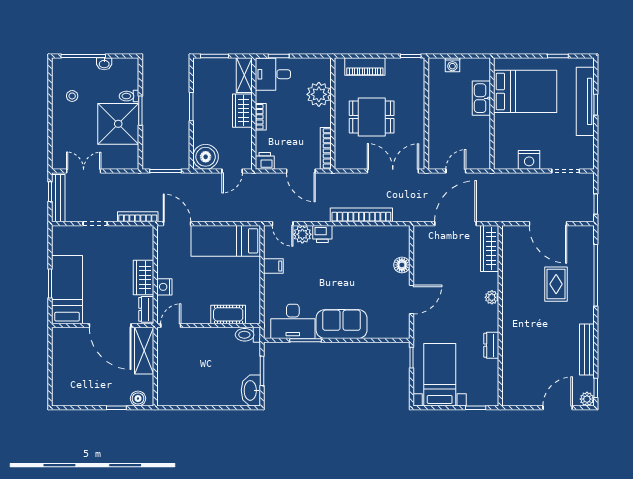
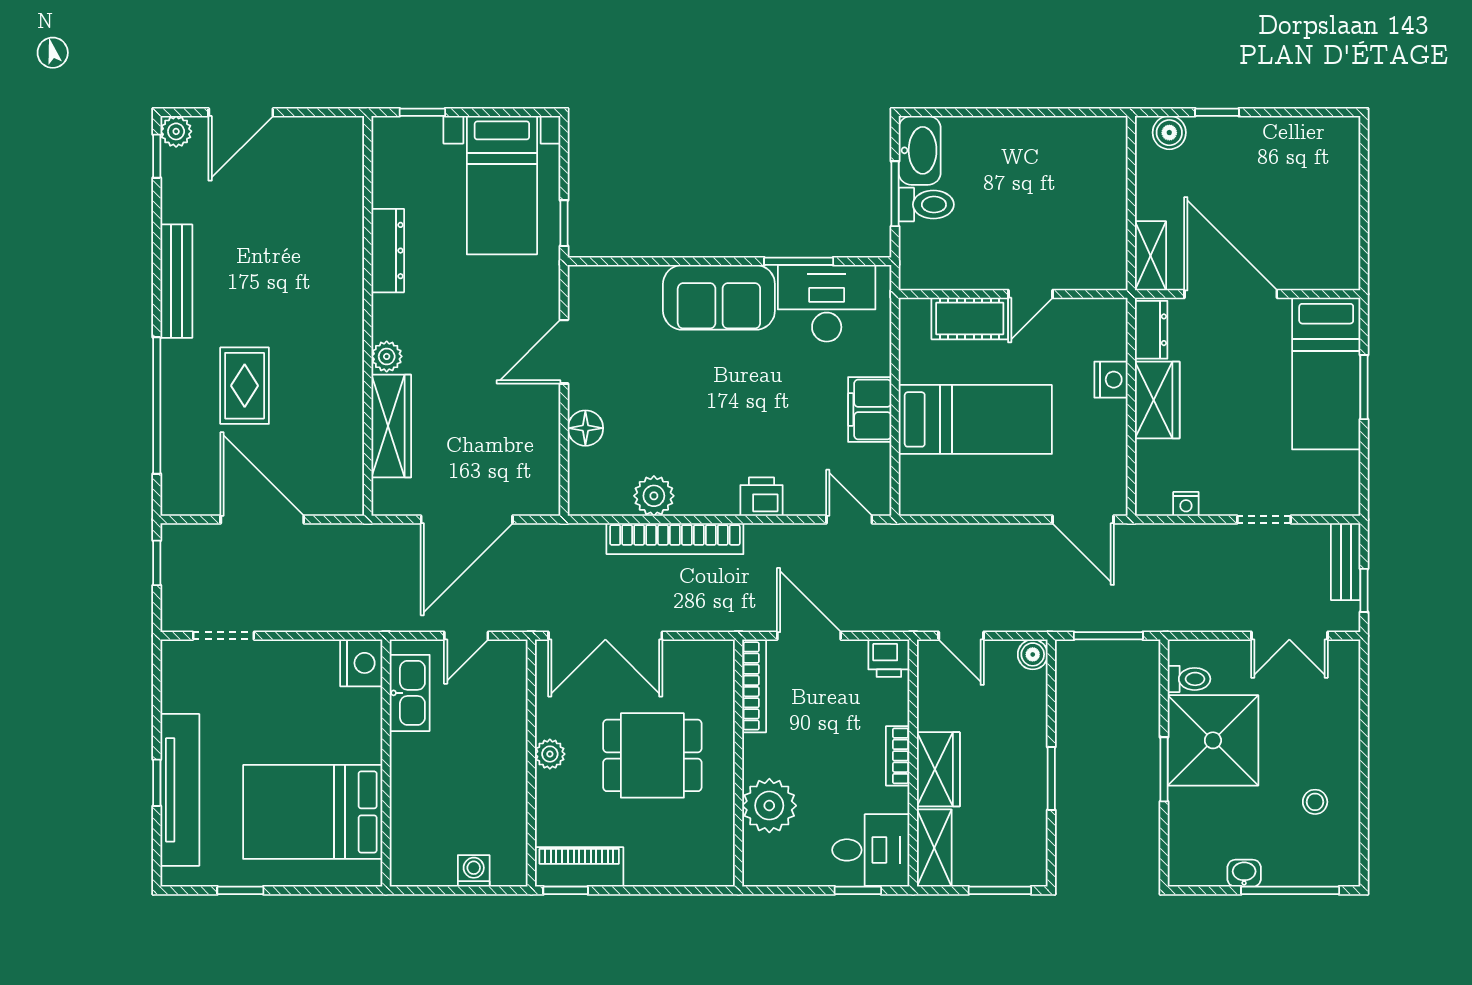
piano: (365, 67) -> (579, 867), moved
toilet: (129, 96) -> (1189, 679), moved
kitchen sink: (481, 98) -> (410, 693), moved
plant: (418, 118) -> (550, 754), added
boiler: (206, 157) -> (1033, 654), width x0.54, depth x0.54
nightstand: (529, 160) -> (361, 663), moved, turned 90
door: (232, 171) -> (961, 636), swing flipped
bench: (58, 198) -> (1346, 562), width x0.73
bookcase: (138, 217) -> (1170, 535), removed
nightstand: (130, 231) -> (1186, 504), added
plant: (302, 234) -> (654, 496), moved
bed: (226, 241) -> (975, 419), moved
wardrobe: (490, 248) -> (391, 426), moved
filing cabinet: (273, 266) -> (870, 409), width x2.00
door: (171, 326) -> (1030, 294), moved
toilet: (248, 335) -> (926, 205), moved
dresser: (491, 345) -> (388, 251), width x1.44
bench: (587, 349) -> (176, 281), moved
shelving: (144, 351) -> (1151, 256), width x0.67, depth x0.75

